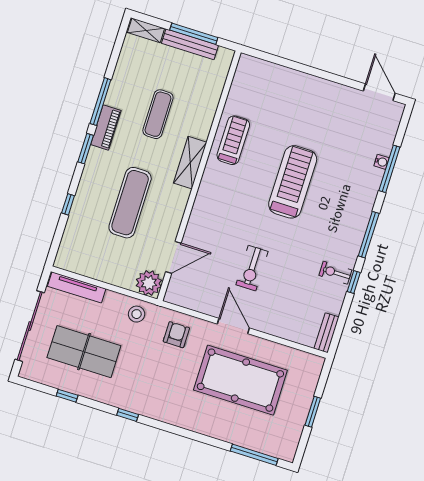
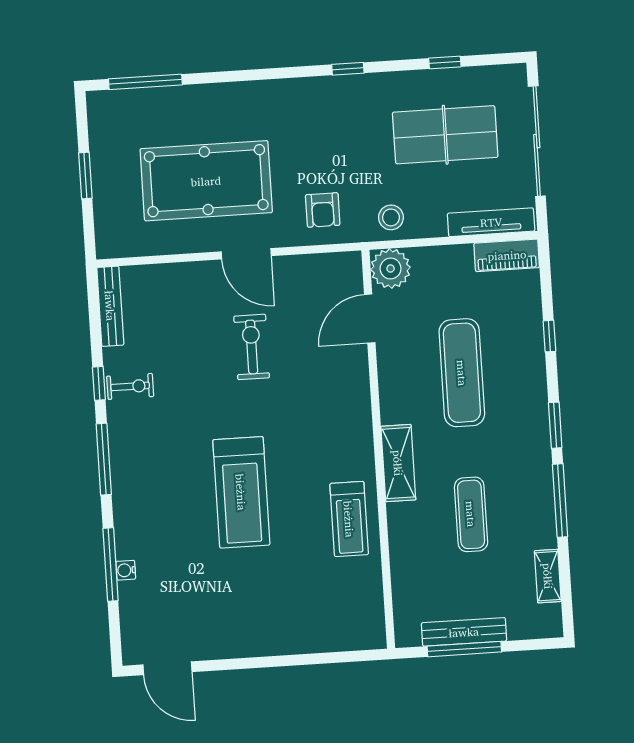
shelving: (146, 30) -> (548, 576), moved, turned 90
piano: (106, 127) -> (507, 255), moved, turned -90
bench: (326, 333) -> (110, 306), width x1.36

